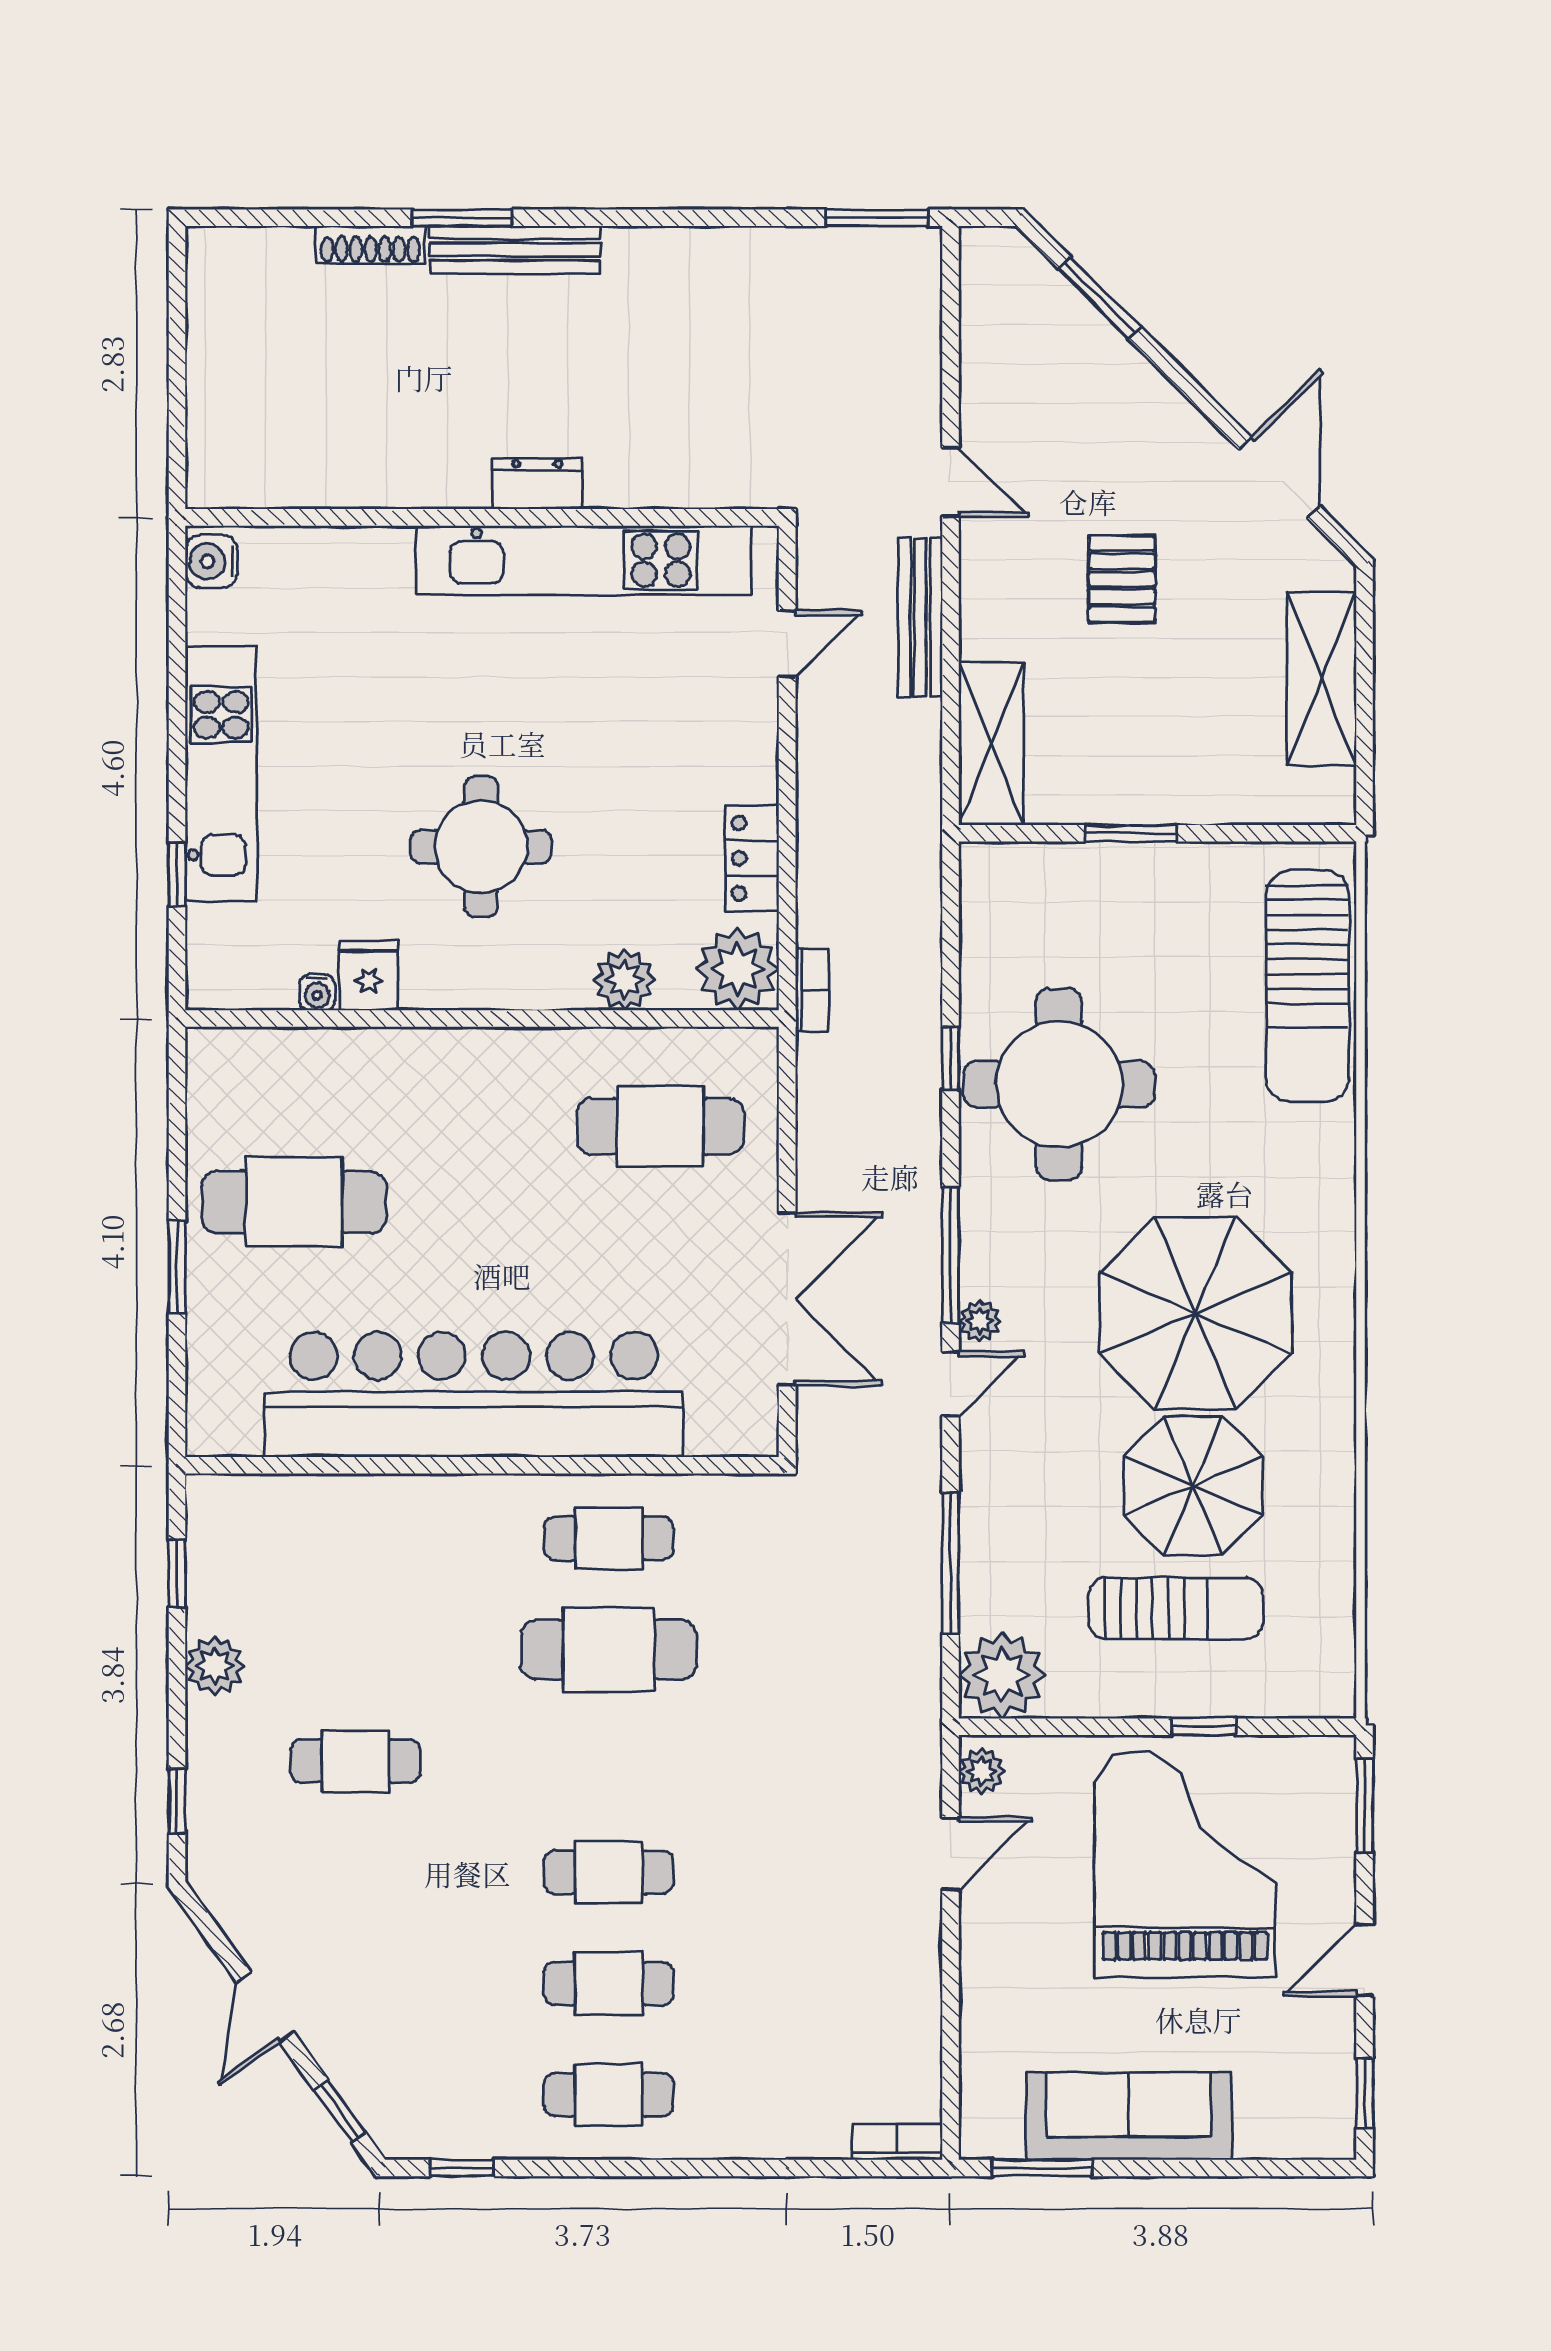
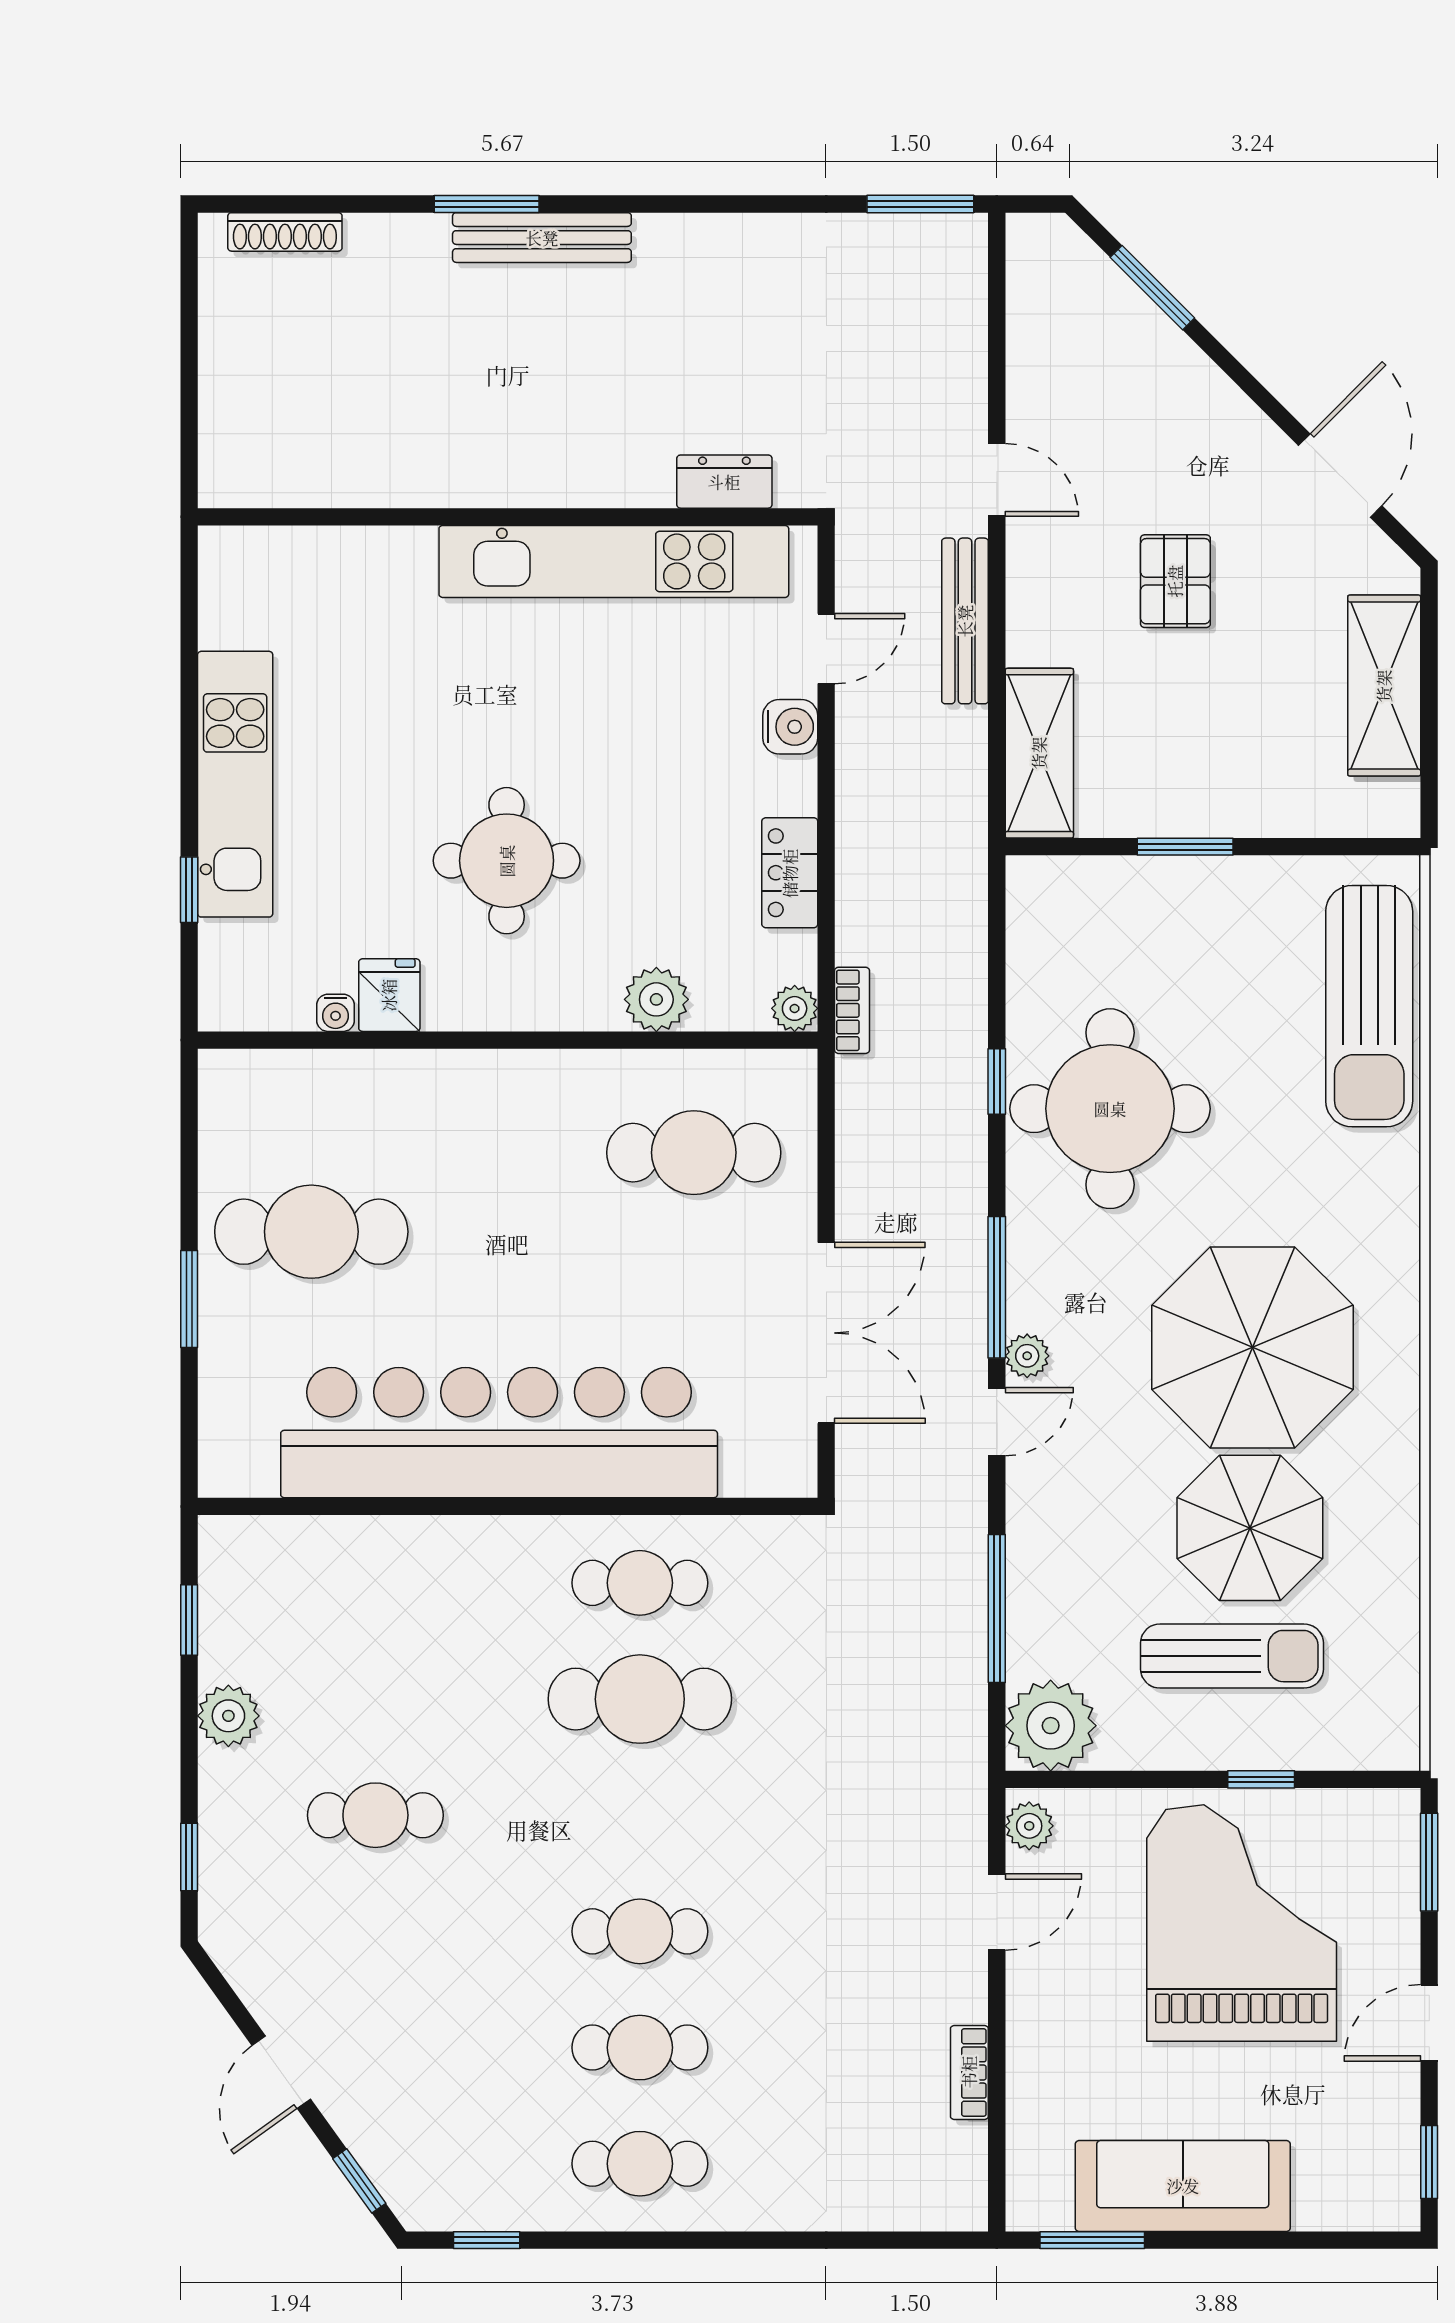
shoe rack: (370, 244) -> (285, 232), moved
dresser: (537, 484) -> (724, 482), moved
water cooler: (211, 561) -> (790, 727), moved, turned 180
plant: (738, 969) -> (795, 1008), width x0.53, depth x0.53
bookcase: (897, 2142) -> (969, 2072), moved, turned -90

